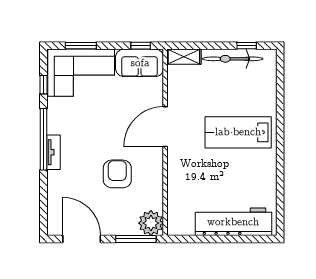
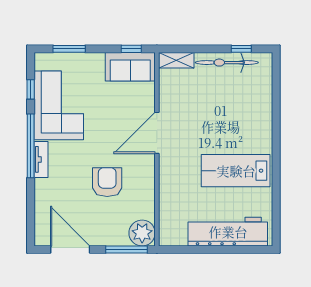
corner sofa: (81, 73) -> (59, 105), moved, turned -90
lab bench: (238, 132) -> (236, 171), moved

